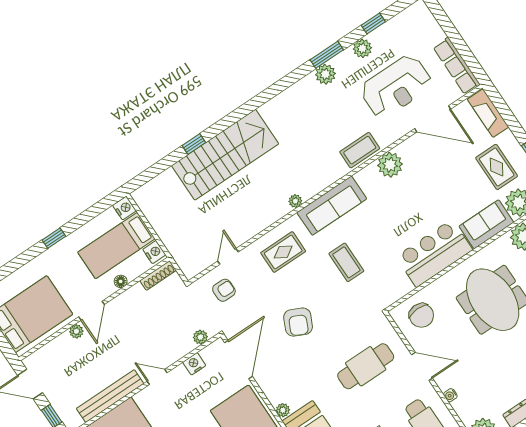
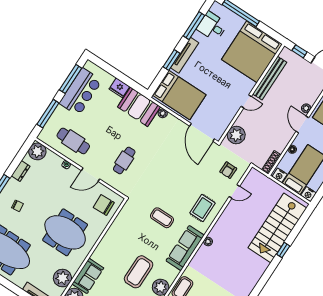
stairs: (225, 155) -> (277, 228), moved
coffee table: (412, 200) -> (139, 272), added
bar counter: (434, 253) -> (112, 245), removed
door: (228, 256) -> (234, 191), hinge flipped
armchair: (298, 322) -> (176, 170), removed
plant: (200, 337) -> (236, 135), width x1.87, depth x1.87
nightstand: (194, 364) -> (227, 119), removed
cafe table: (366, 366) -> (124, 161), width x0.73, depth x0.74

